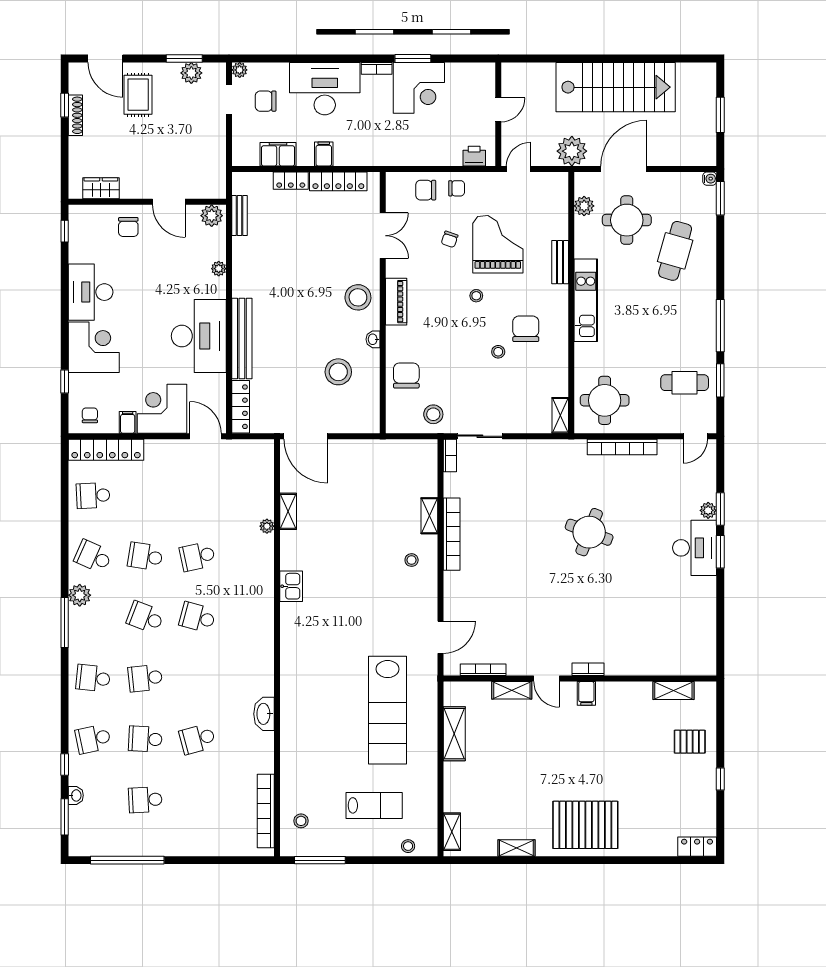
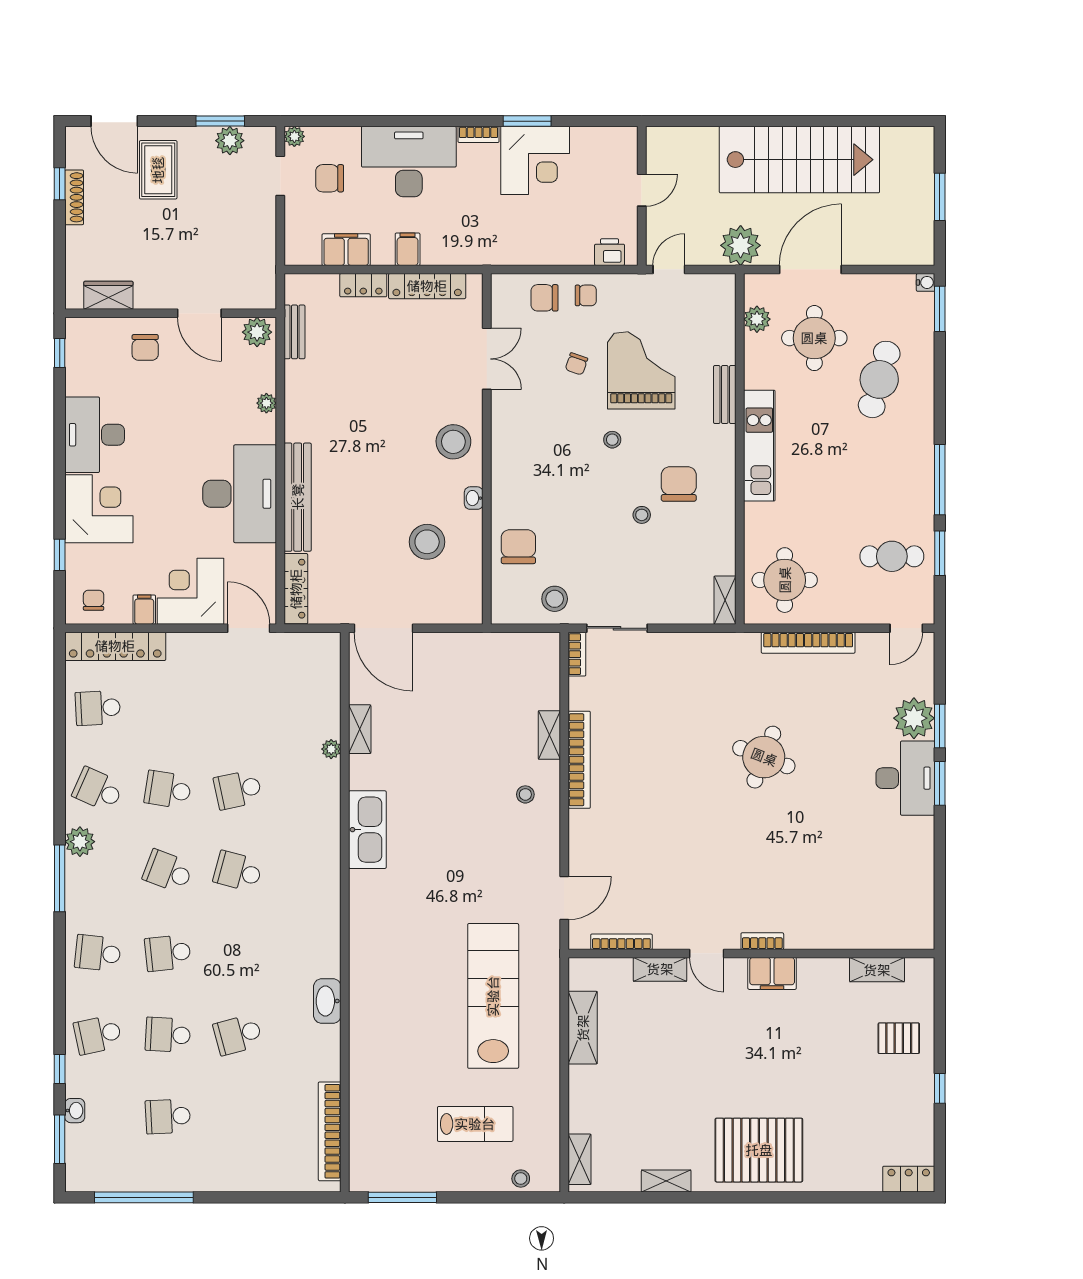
piano: (396, 302) -> (505, 448), removed
plant: (708, 510) -> (914, 718), width x1.87, depth x1.87
kitchen sink: (291, 586) -> (367, 830), width x1.88, depth x1.24
filing cabinet: (586, 693) -> (772, 973), width x2.00
lab bench: (388, 710) -> (493, 996), turned 180
stool: (301, 821) -> (377, 1145), removed

